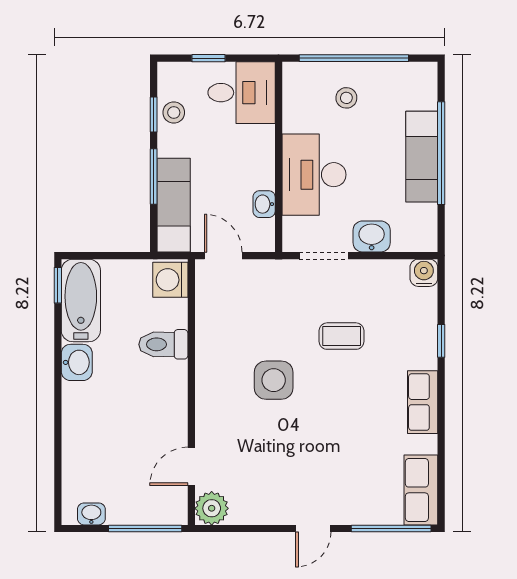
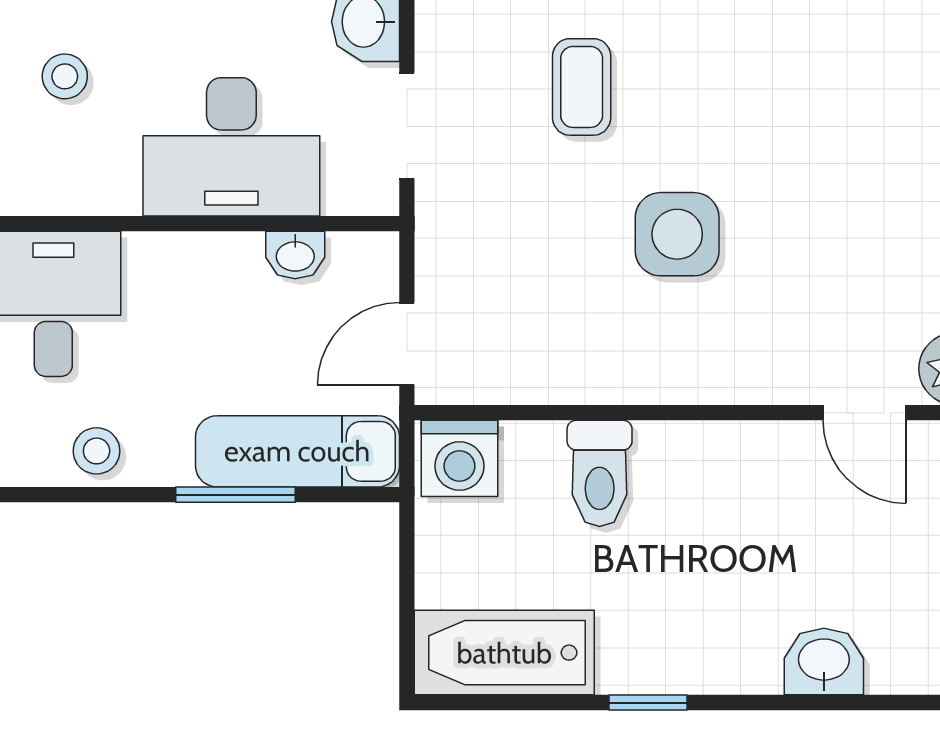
window: (154, 114) -> (101, 495), removed
window: (58, 285) -> (648, 703), moved
washbasin: (77, 362) -> (824, 662), moved

